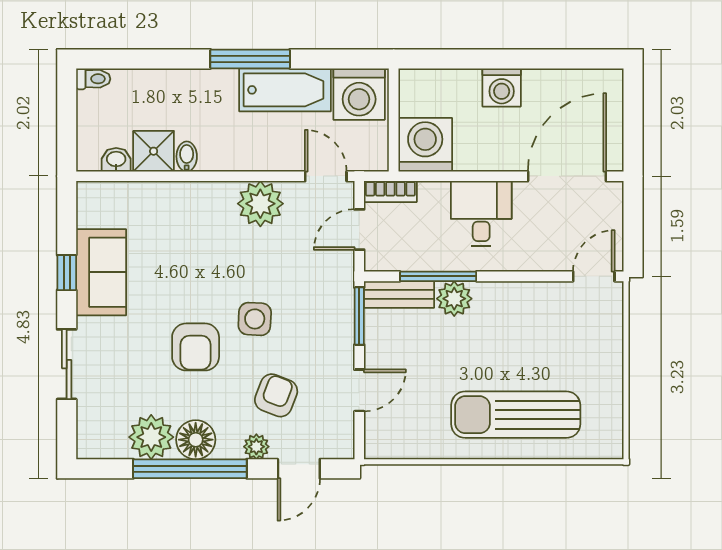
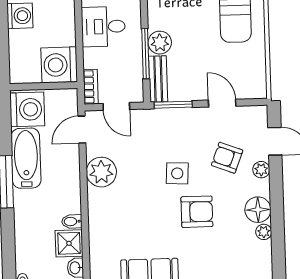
plant: (151, 437) -> (264, 232), width x0.53, depth x0.53
window: (190, 469) -> (277, 213), removed

